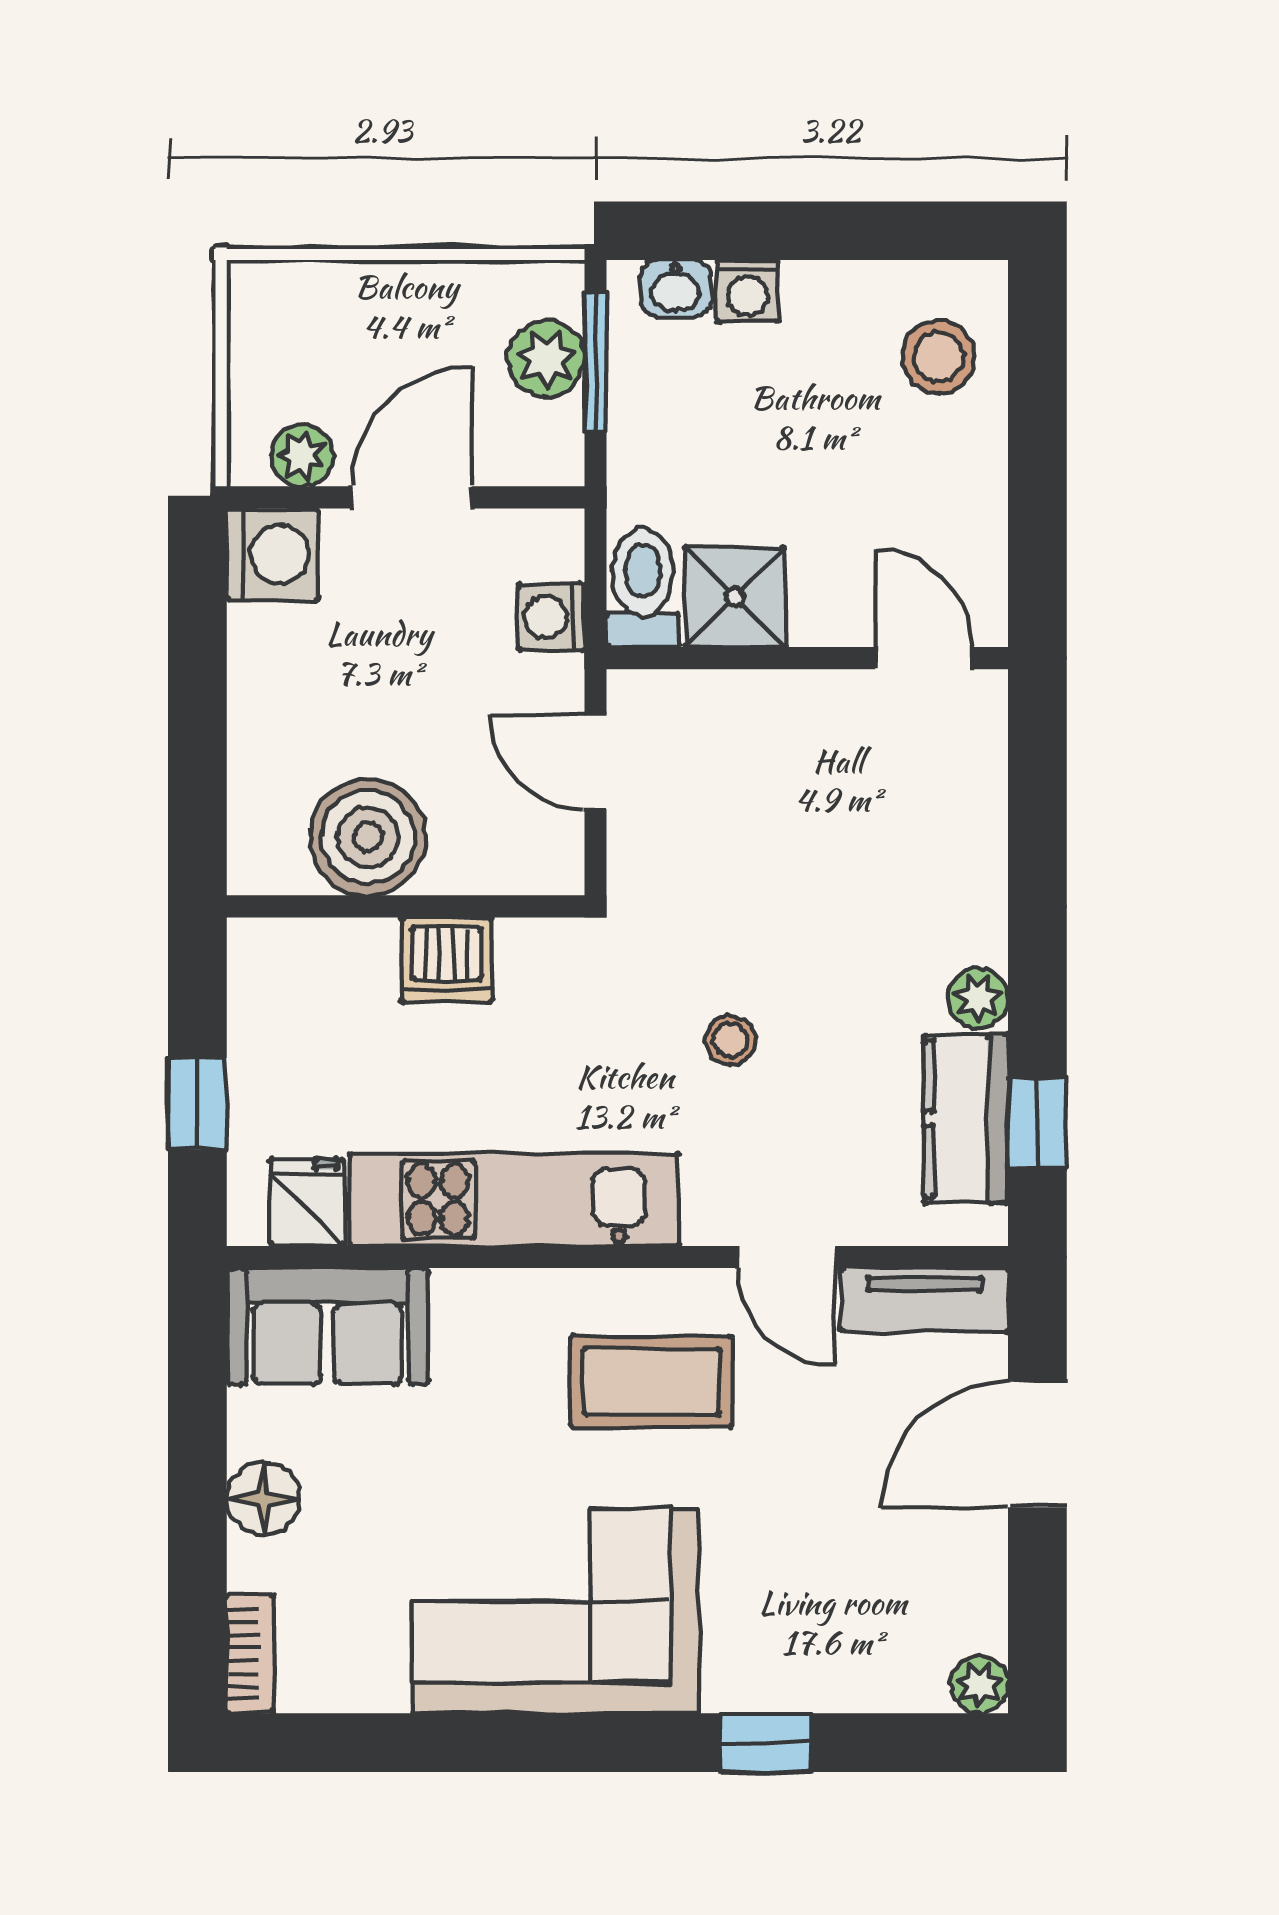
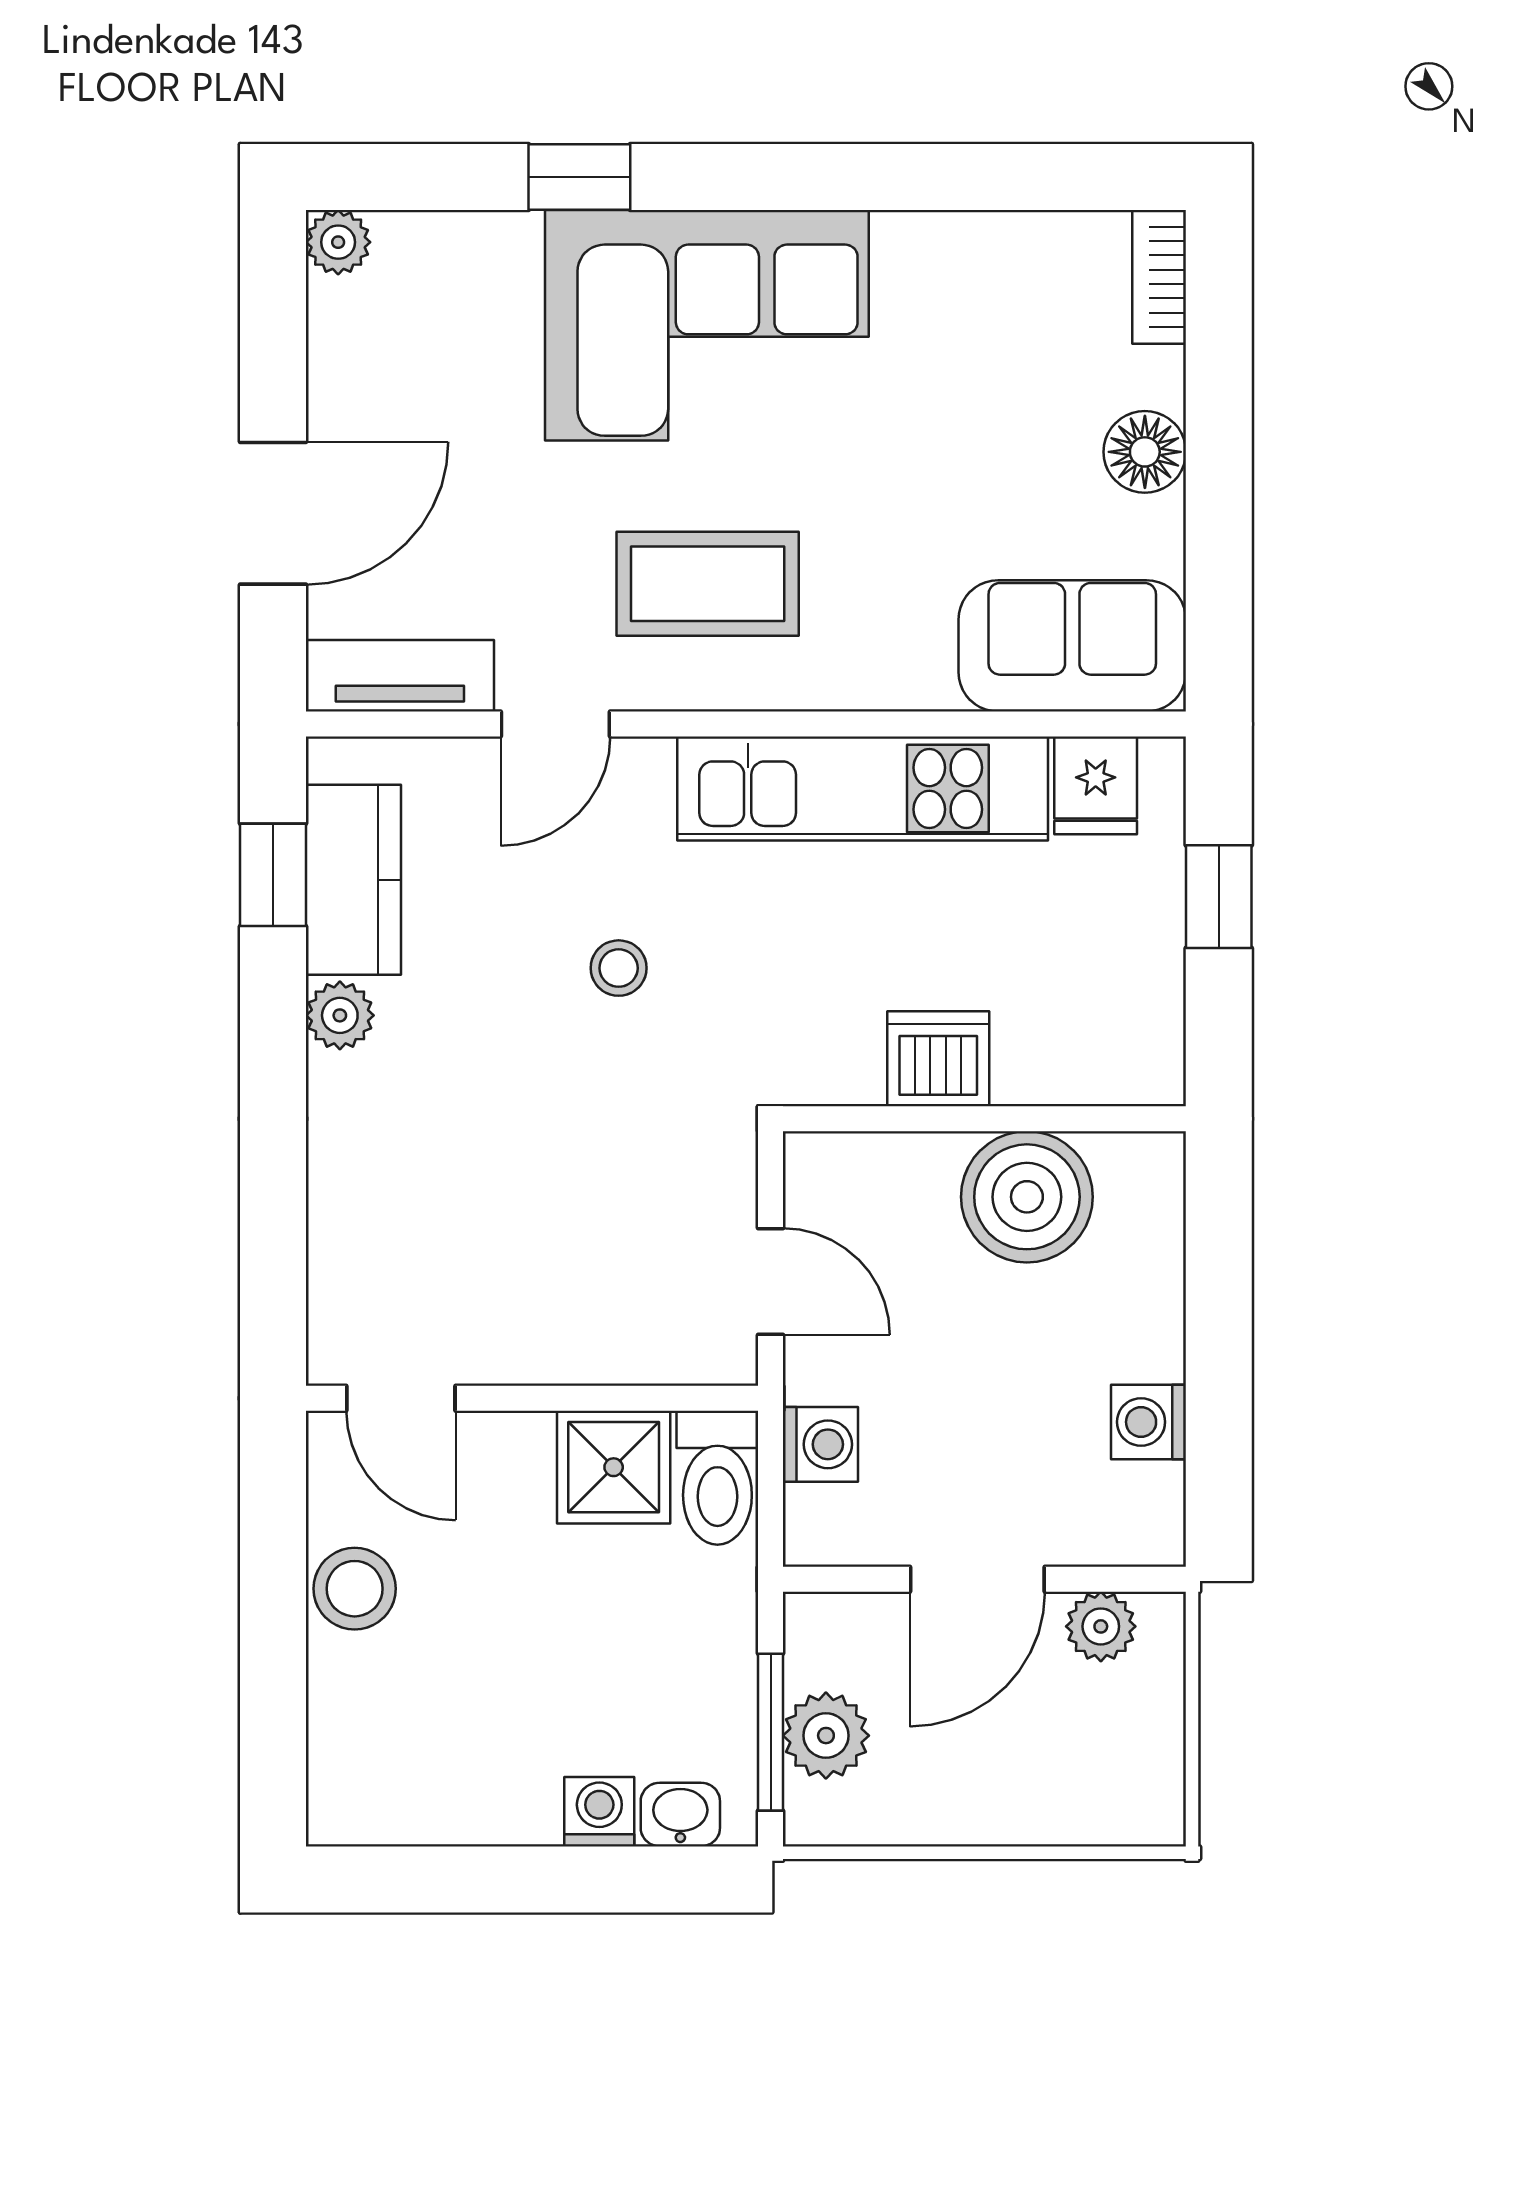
stool: (939, 357) -> (355, 1589), moved
washing machine: (272, 554) -> (1149, 1422), moved, width x0.73, depth x0.73
door: (787, 1257) -> (555, 724), swing flipped
corner sofa: (556, 1611) -> (707, 325), moved

